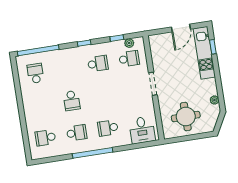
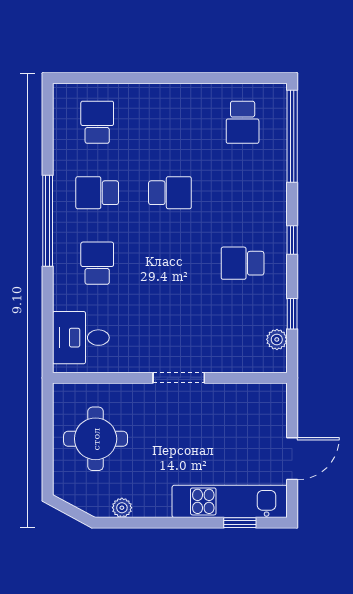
door: (181, 28) -> (292, 459), swing flipped
school desk: (129, 59) -> (243, 334), removed
school desk: (98, 64) -> (243, 263), turned 90
school desk: (35, 73) -> (243, 122), turned 90
school desk: (72, 101) -> (170, 193), turned 180
school desk: (77, 133) -> (97, 193), turned 90

